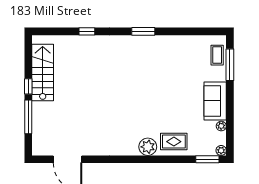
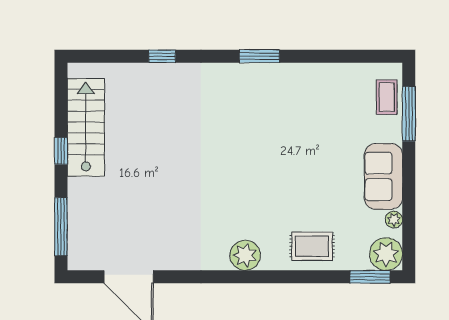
window: (28, 117) -> (61, 227), moved
plant: (148, 147) -> (245, 255), moved
plant: (221, 150) -> (386, 254), width x1.87, depth x1.87

